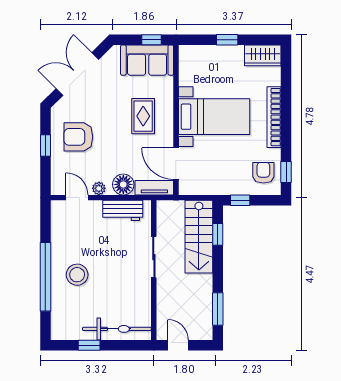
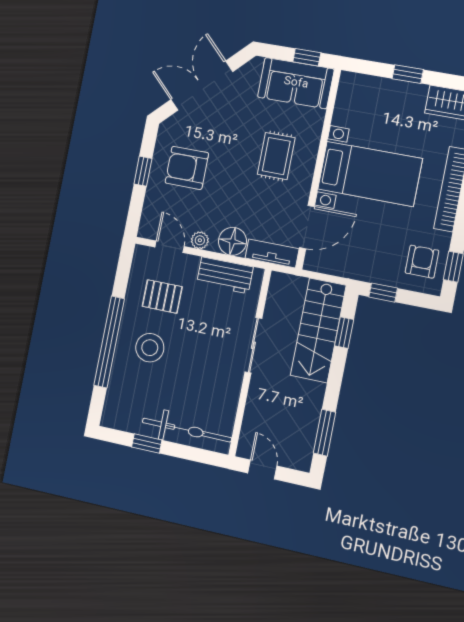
door: (176, 164) -> (307, 227), swing flipped
pallet: (79, 235) -> (162, 296), added

